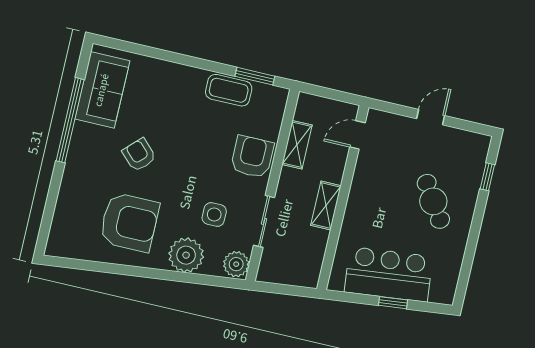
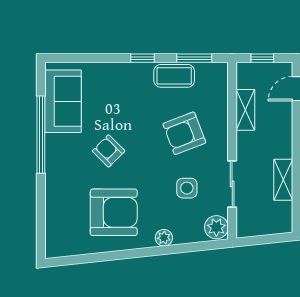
window: (199, 63) -> (142, 58), added
window: (328, 93) -> (262, 58), added
armchair: (252, 157) -> (184, 133), moved, turned -111
shelving: (326, 206) -> (283, 180), moved
plant: (186, 255) -> (164, 238), width x0.53, depth x0.53

